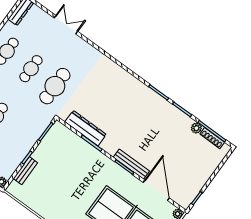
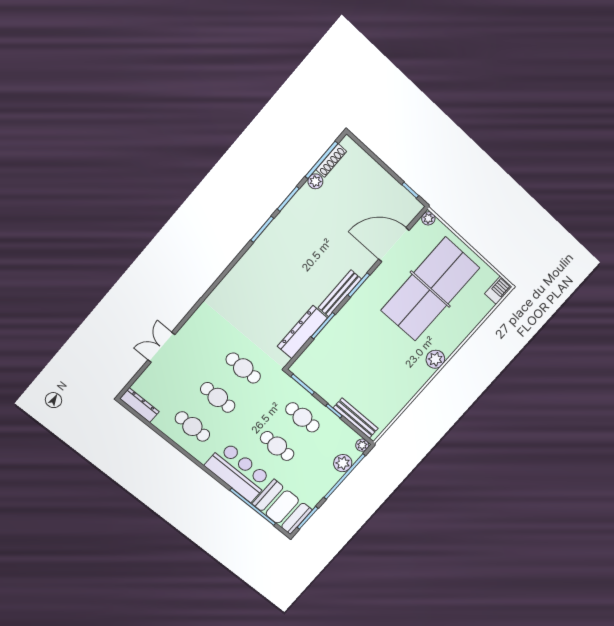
cafe table: (55, 86) -> (243, 368), width x0.73, depth x0.74
cafe table: (20, 134) -> (302, 417), added
bench: (131, 164) -> (340, 293), moved
bench: (25, 171) -> (356, 418), width x1.36

